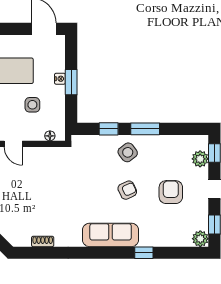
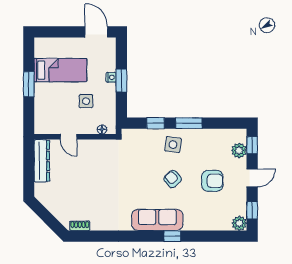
side table: (128, 152) -> (173, 145), turned 45
armchair: (127, 190) -> (173, 179), turned -107
armchair: (171, 192) -> (212, 181), turned 90
shoe rack: (43, 241) -> (80, 226), moved
window: (144, 253) -> (172, 236), moved

